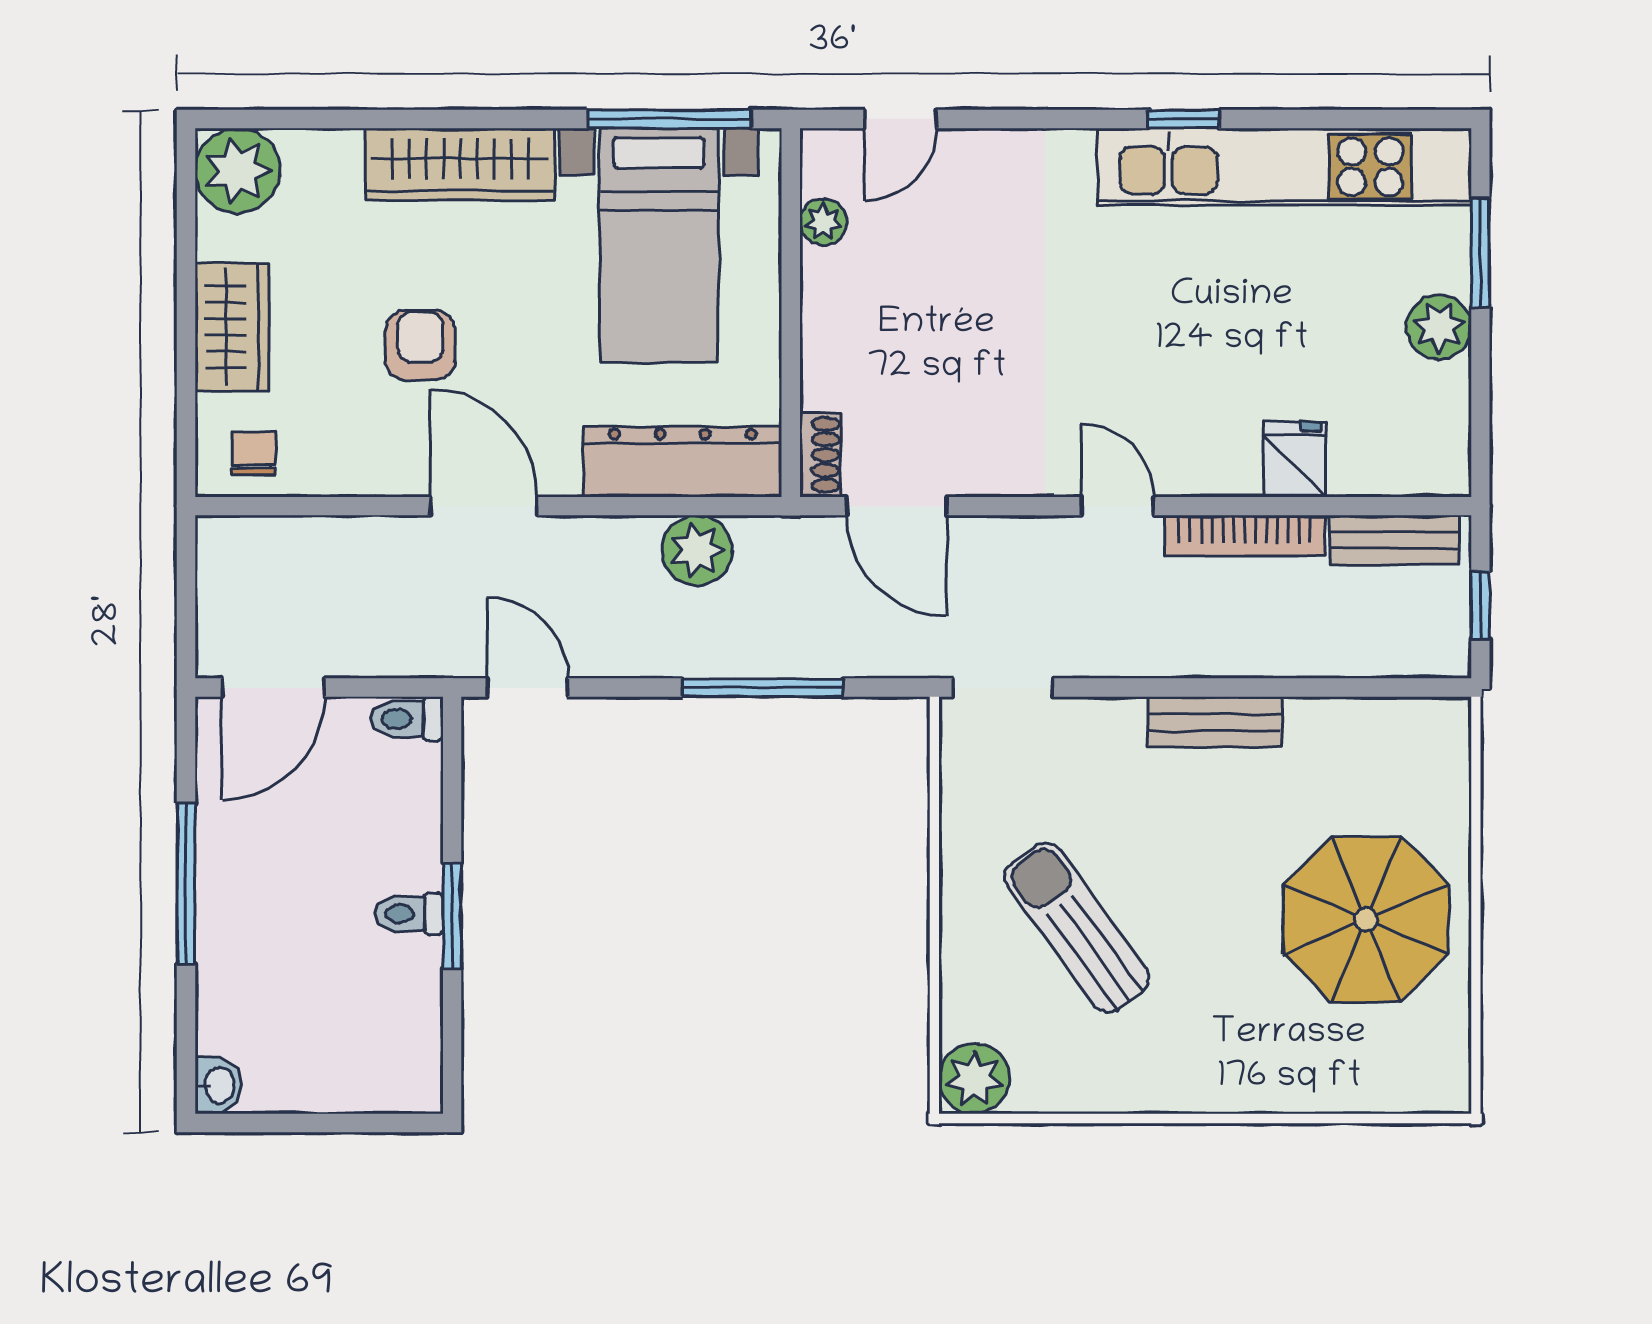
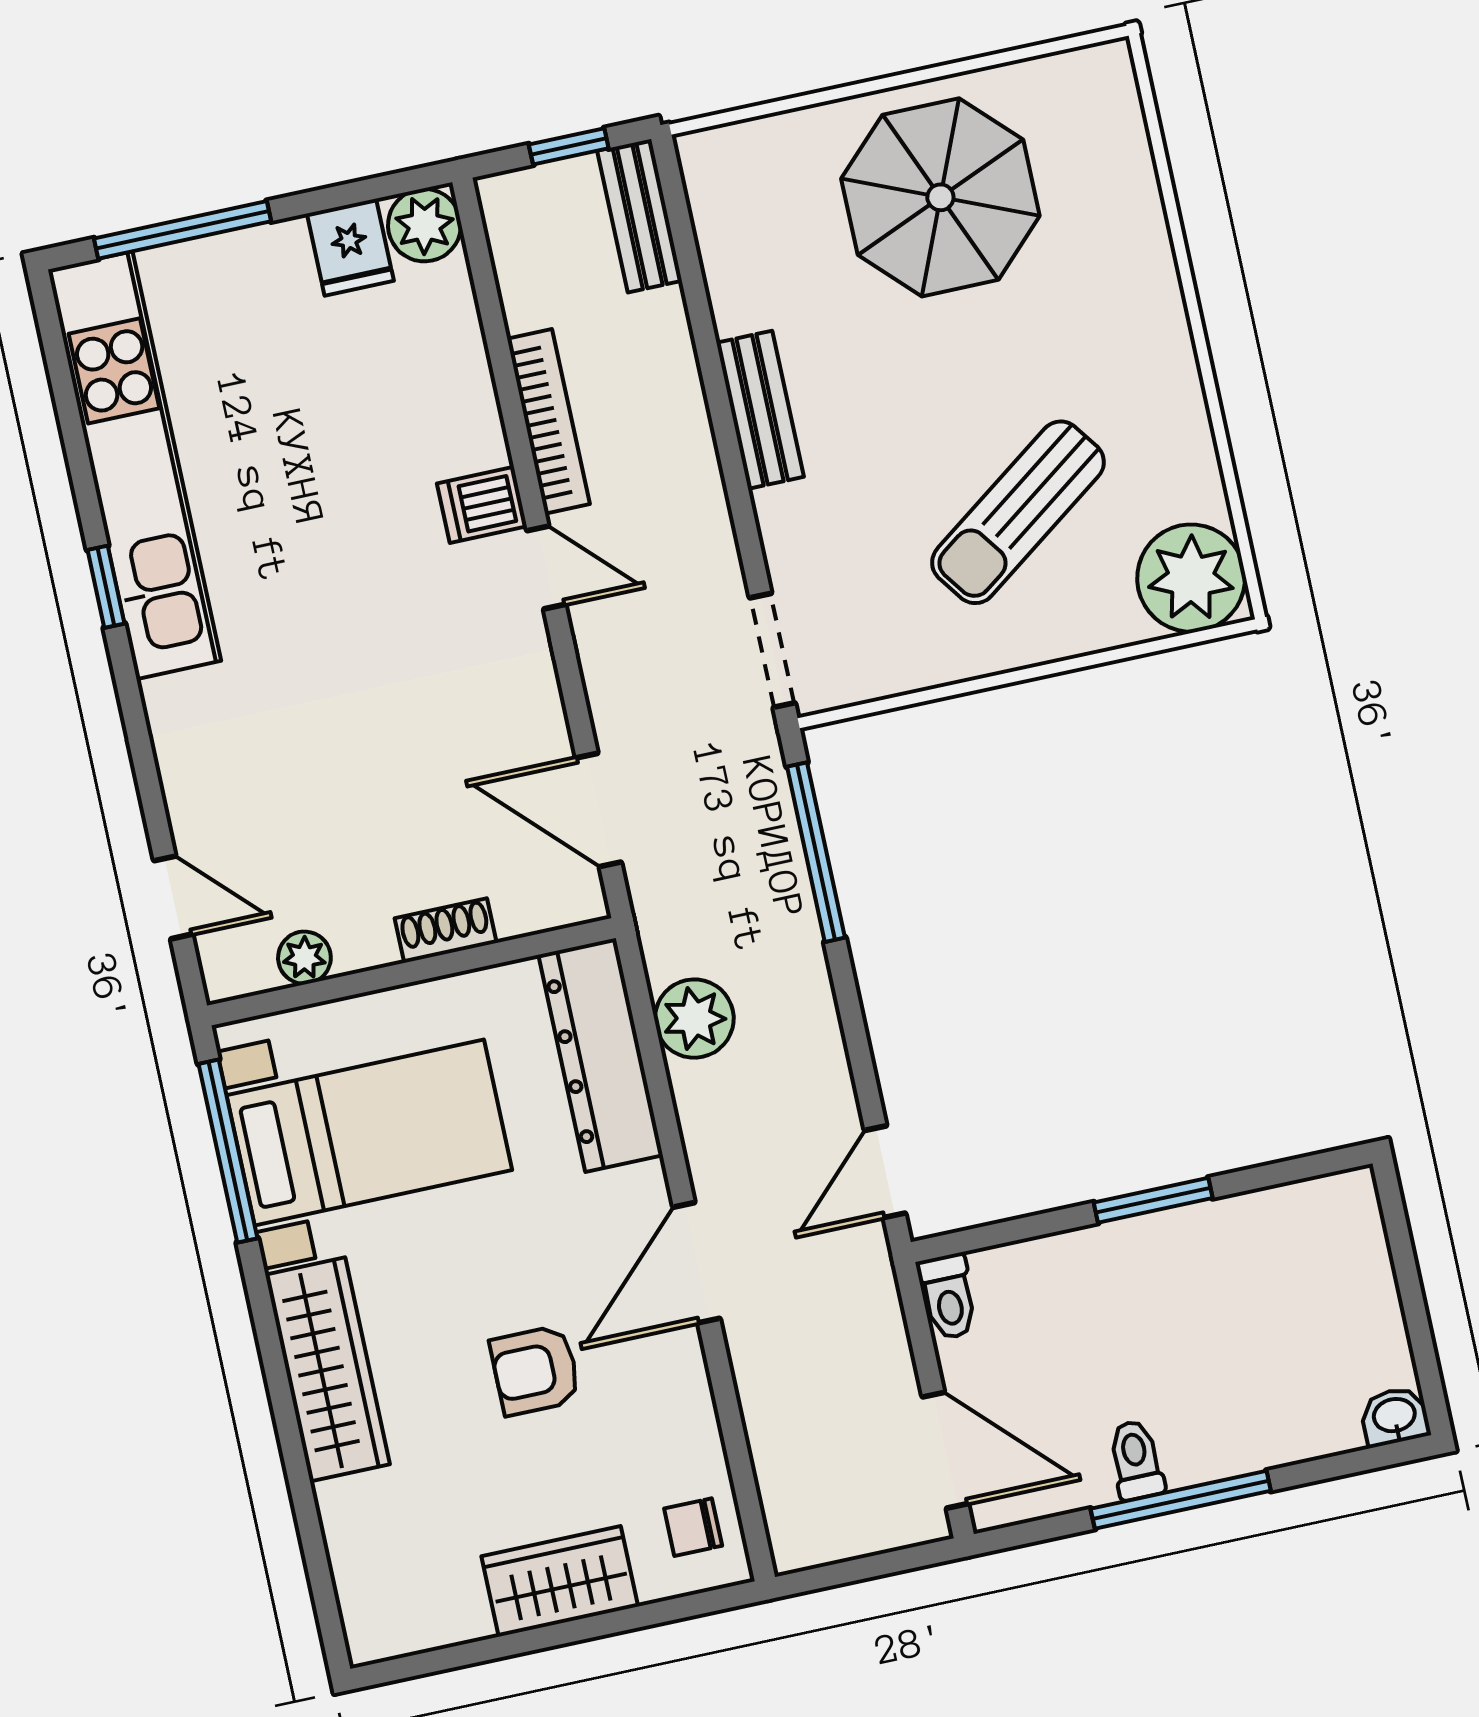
plant: (237, 170) -> (387, 1612), removed
window: (1480, 253) -> (182, 230), width x1.44
plant: (1439, 327) -> (424, 225), moved
shoe rack: (820, 455) -> (446, 931), moved
fridge: (1295, 459) -> (350, 247), moved, turned -90
dishwasher: (1184, 462) -> (482, 505), added
door: (897, 506) -> (599, 810), swing flipped
door: (1118, 506) -> (546, 568), swing flipped
bench: (1394, 540) -> (640, 216), moved
window: (763, 688) -> (816, 852), moved
toilet: (409, 914) -> (1136, 1460), moved, turned 180
plant: (974, 1079) -> (1191, 578), width x1.36, depth x1.36

